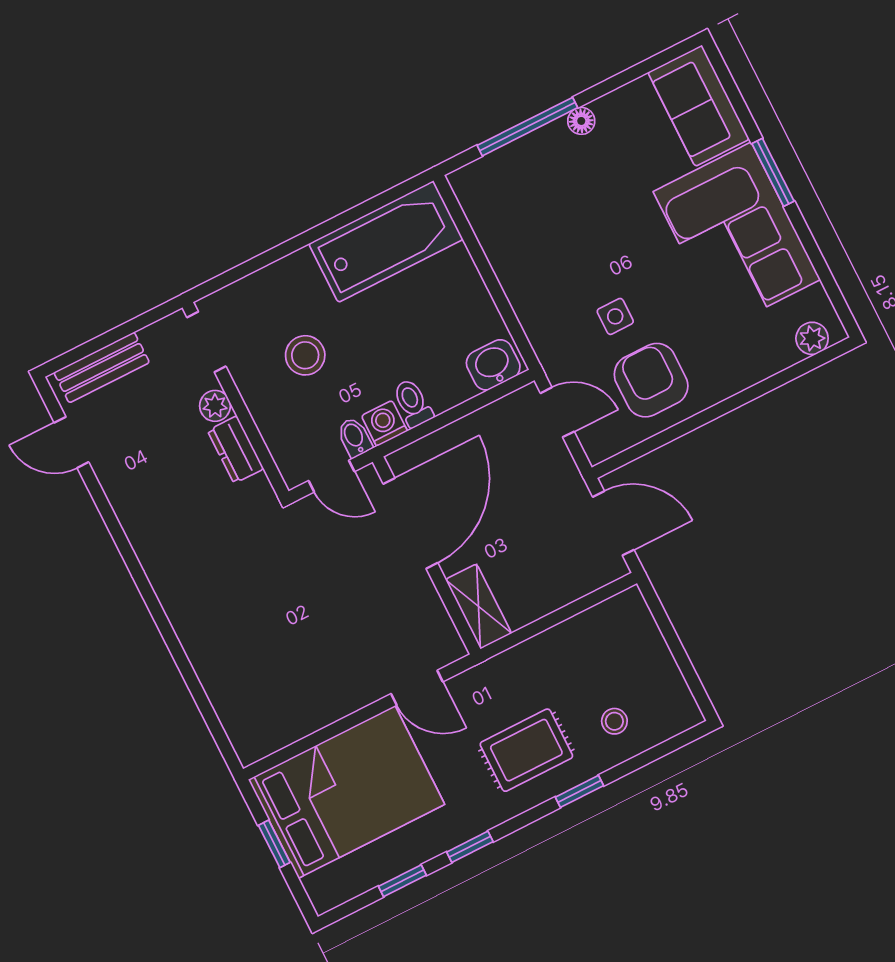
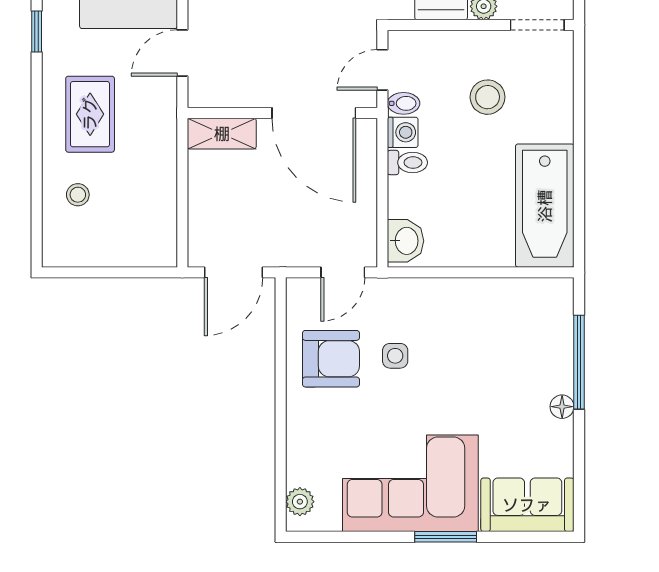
window: (579, 791) -> (37, 139), removed

